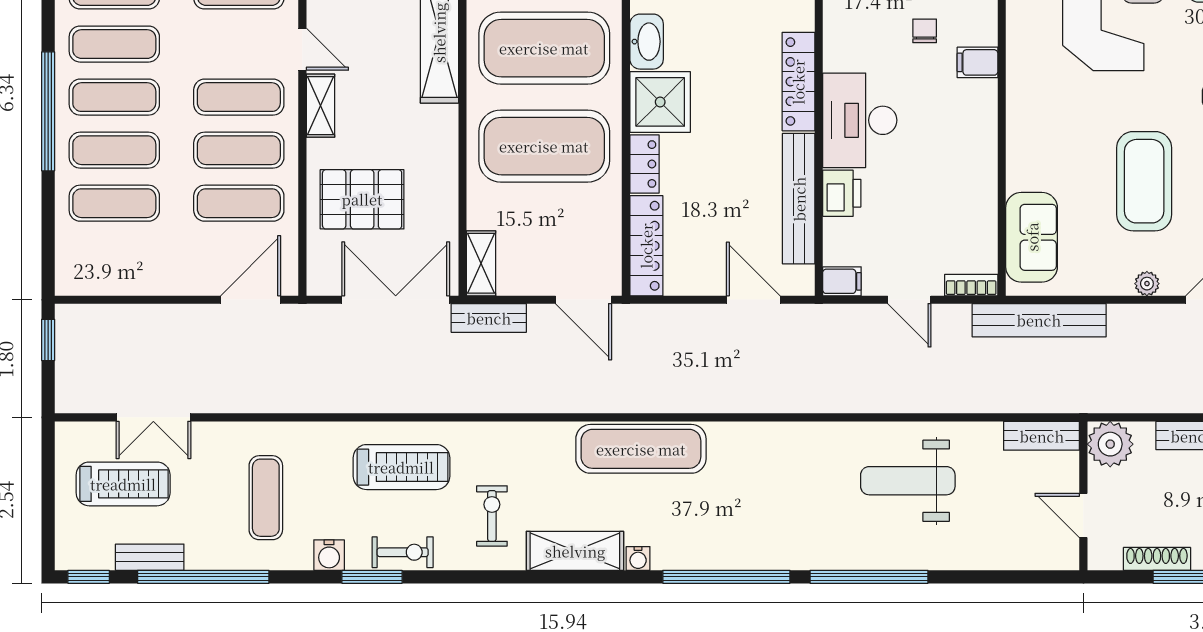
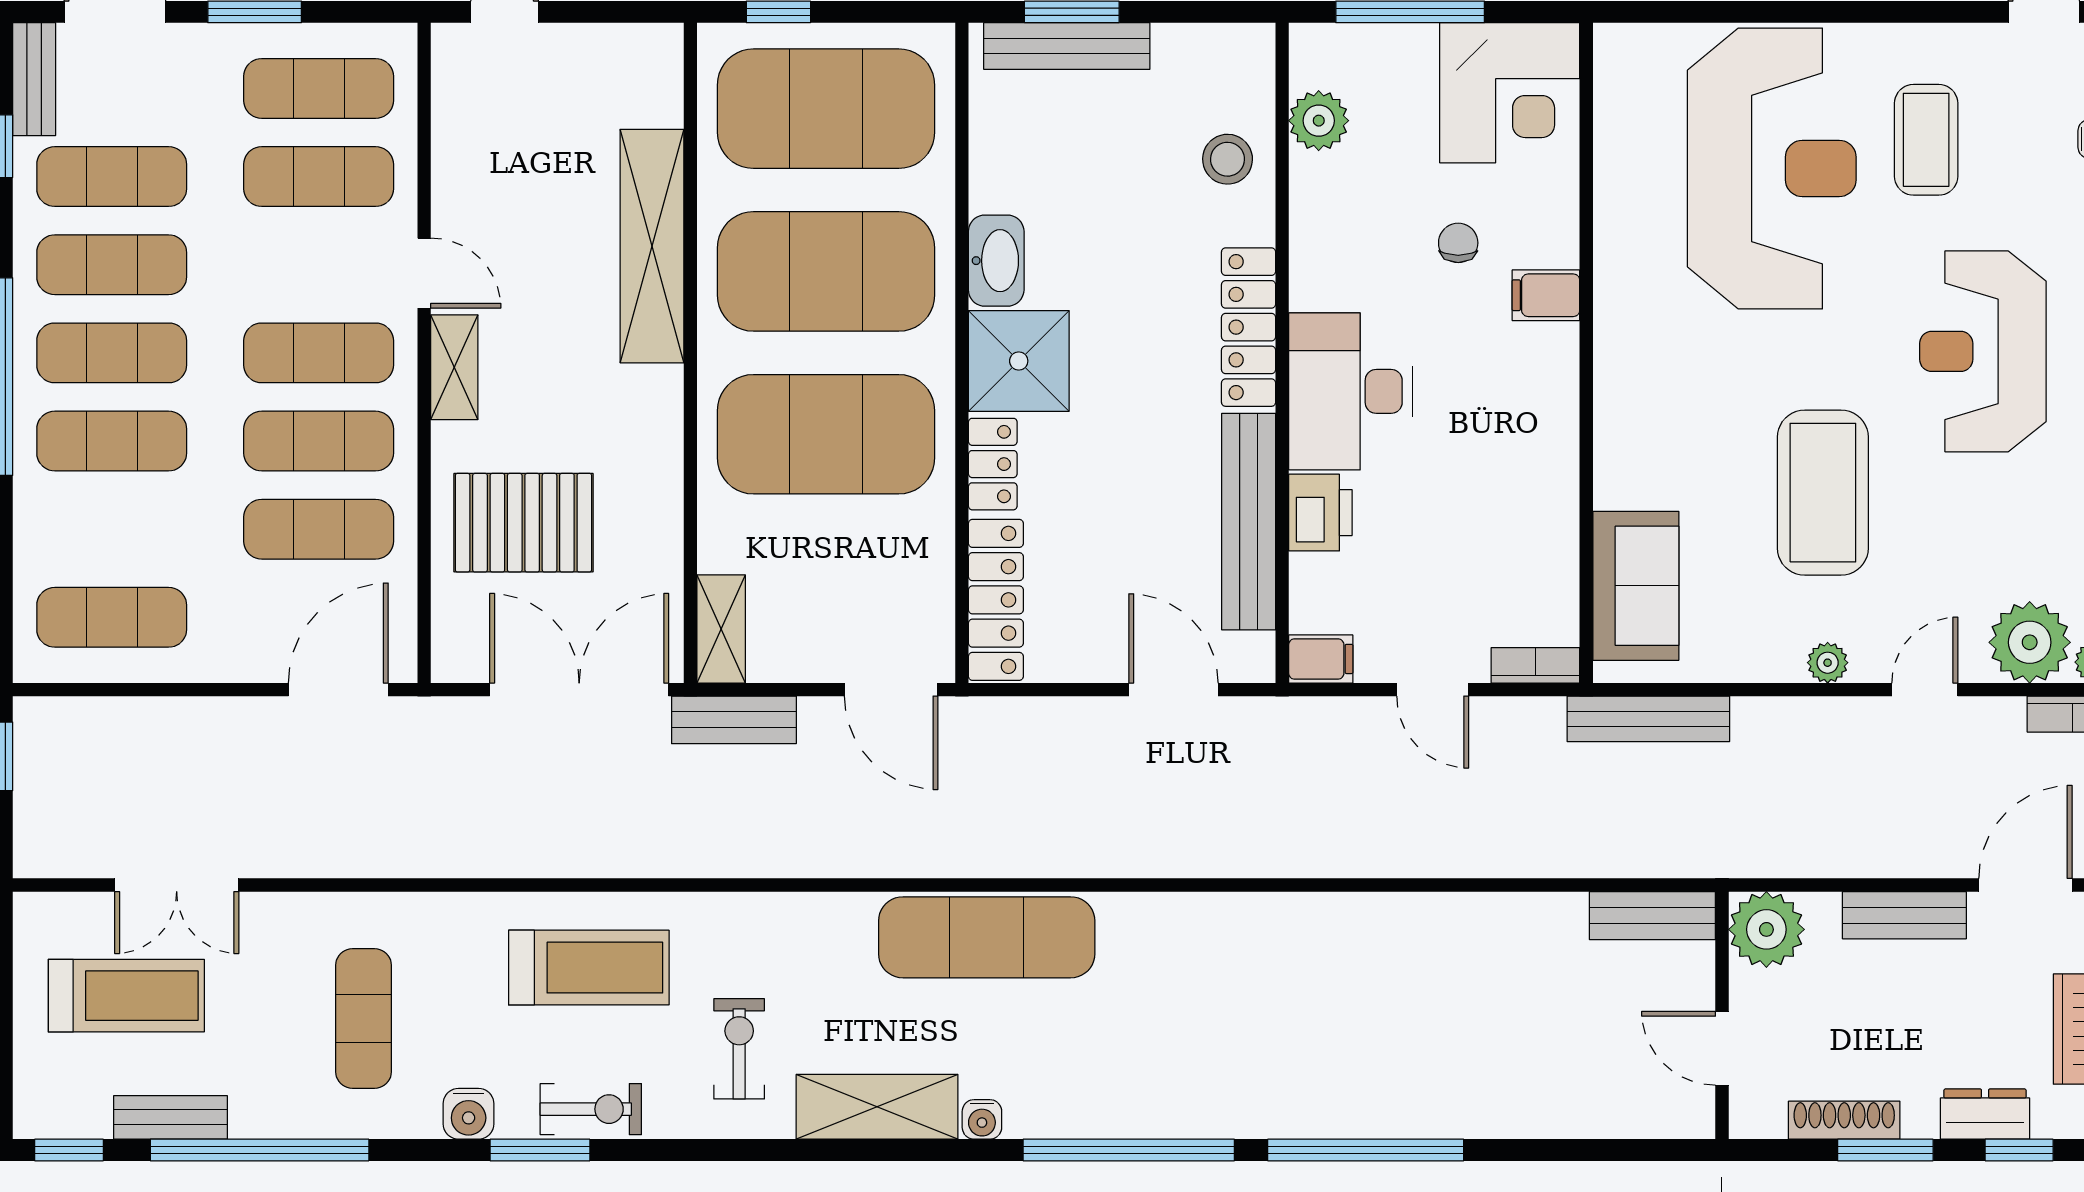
exercise mat: (114, 203) -> (112, 617), moved
bench: (1039, 320) -> (1648, 719), width x0.73, depth x0.82
weight bench: (908, 481) -> (1430, 990), removed

